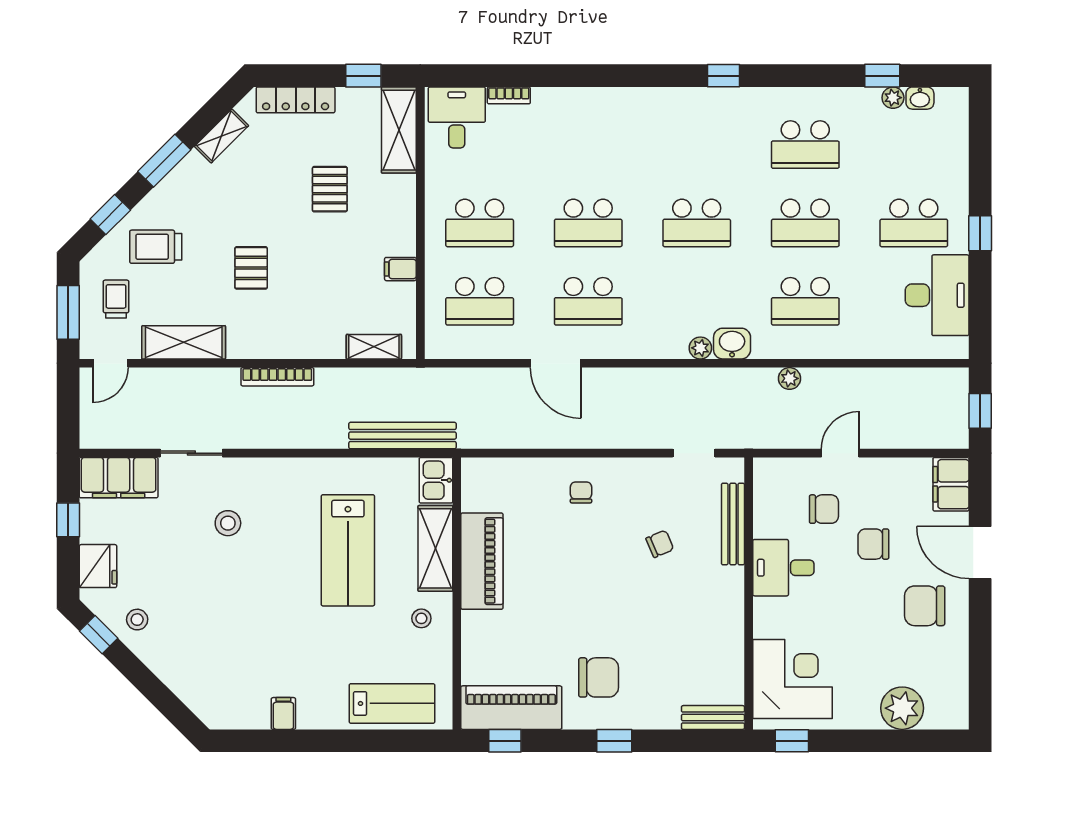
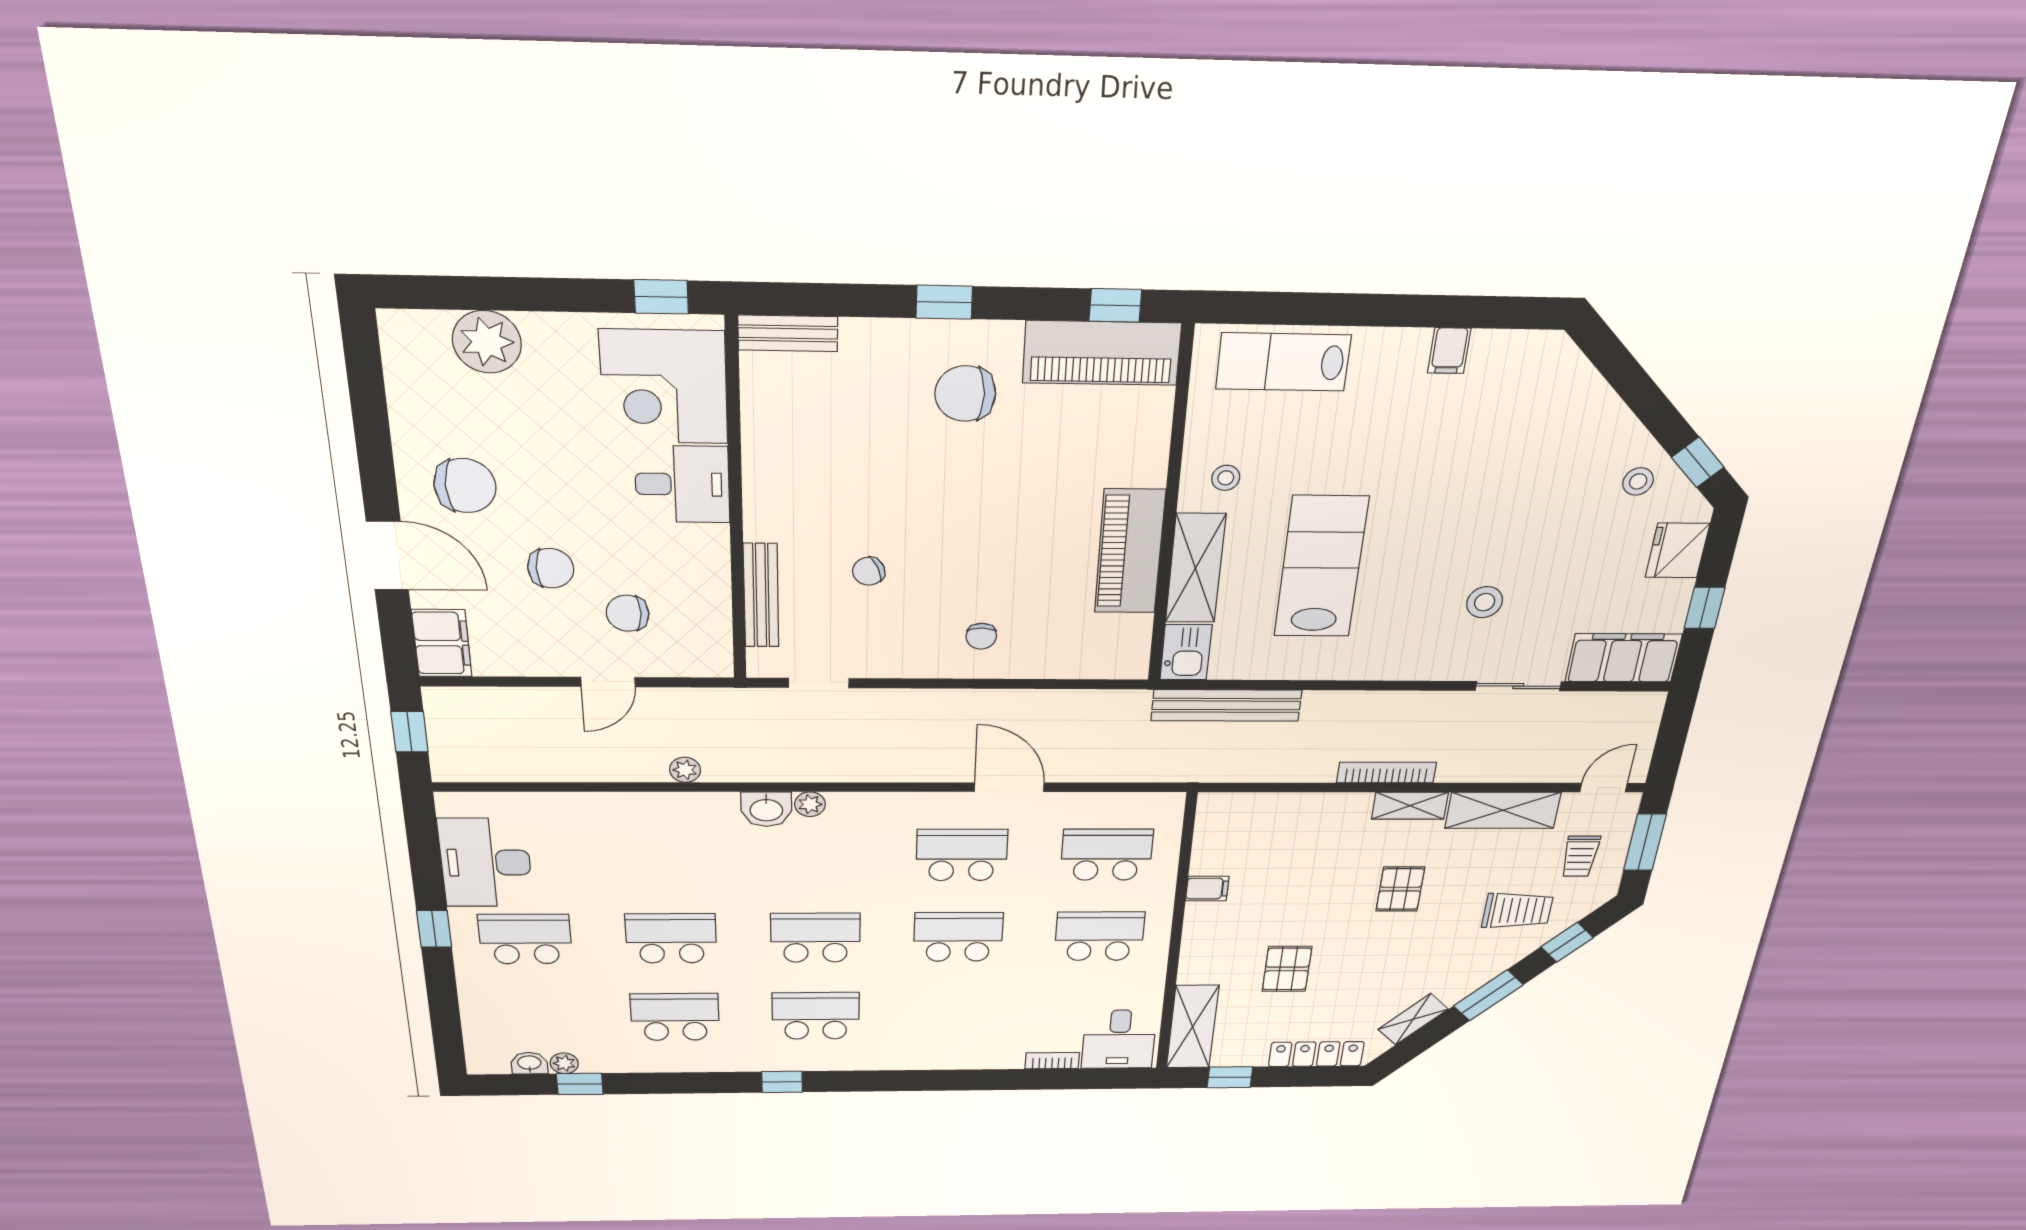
school desk: (805, 301) -> (816, 1016), moved
shelving: (374, 347) -> (1410, 806), moved
desk: (783, 568) -> (682, 484), moved

